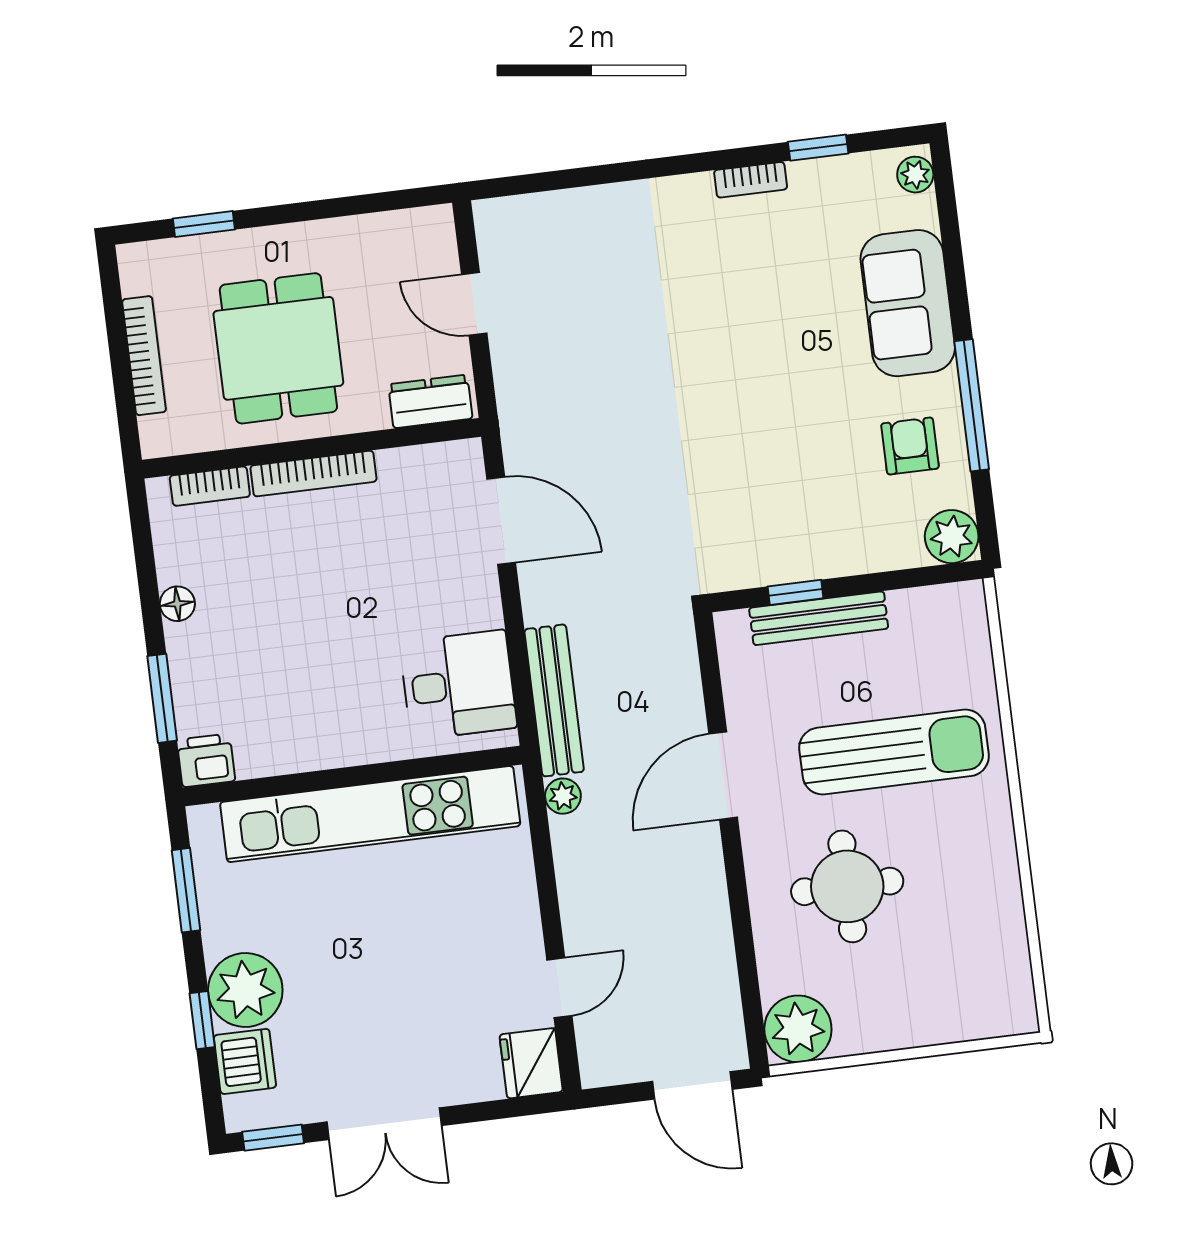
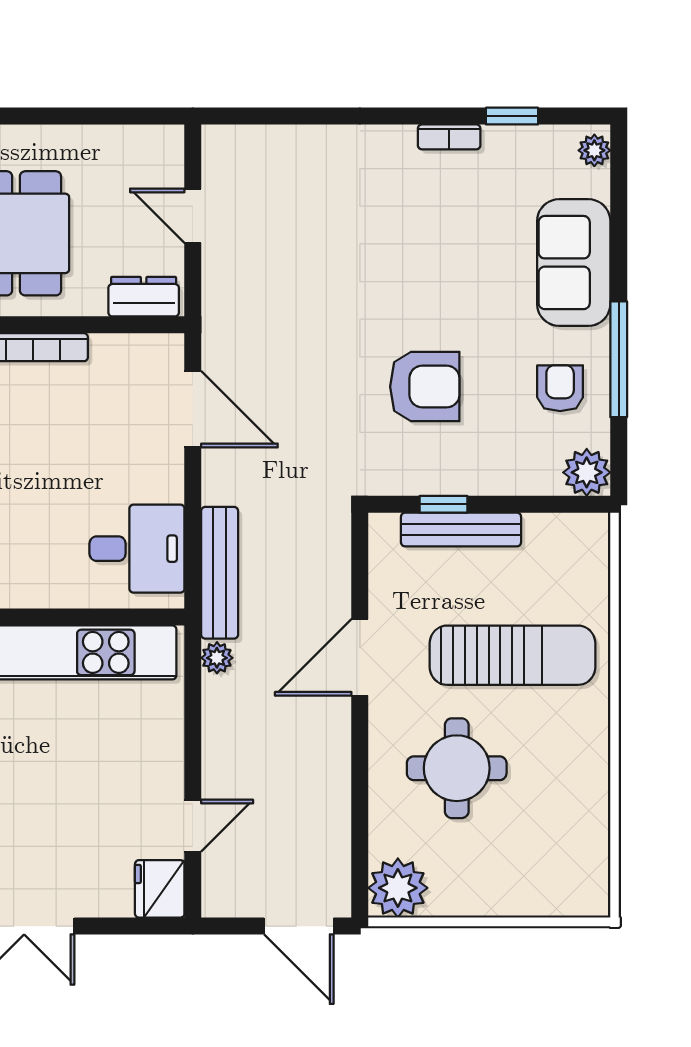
armchair: (758, 463) -> (425, 387), added

